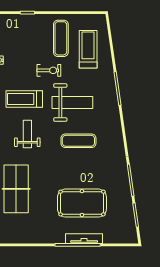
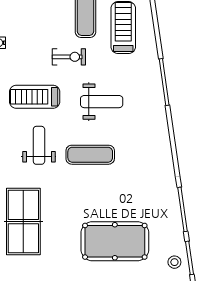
weight bench: (72, 103) -> (102, 102), width x0.73, depth x0.75
exercise mat: (78, 141) -> (90, 155), moved
stool: (125, 218) -> (174, 262), added

